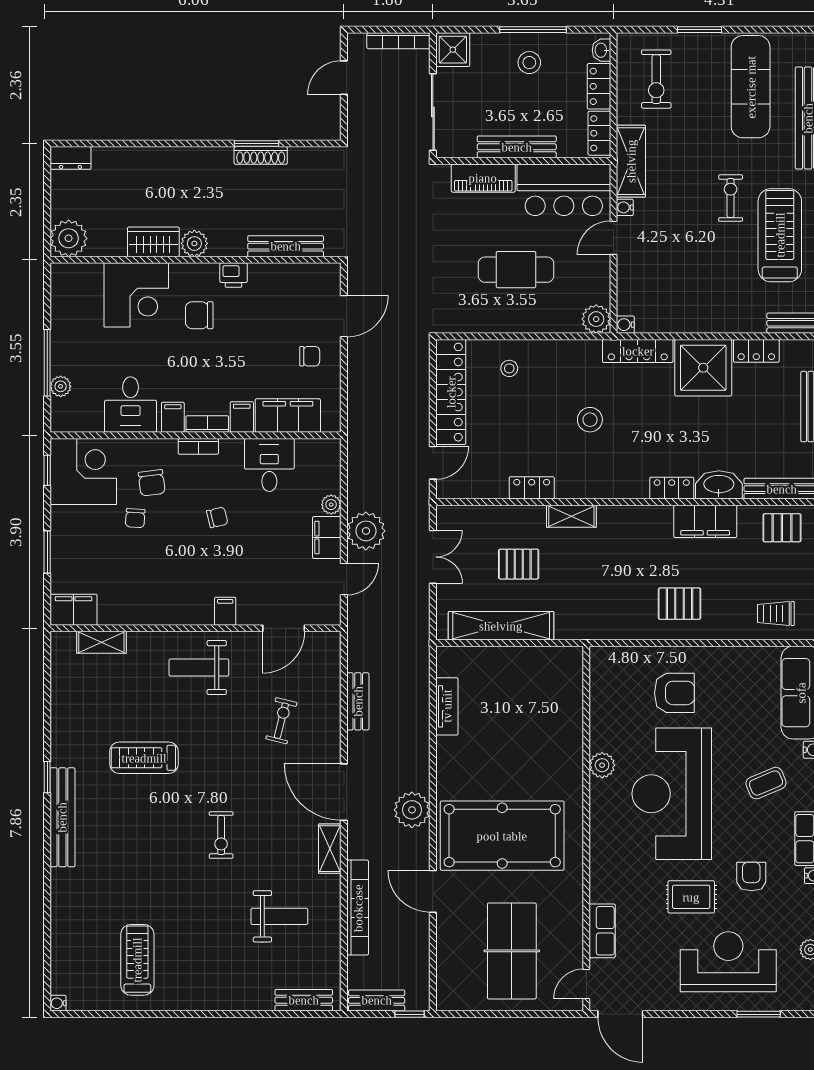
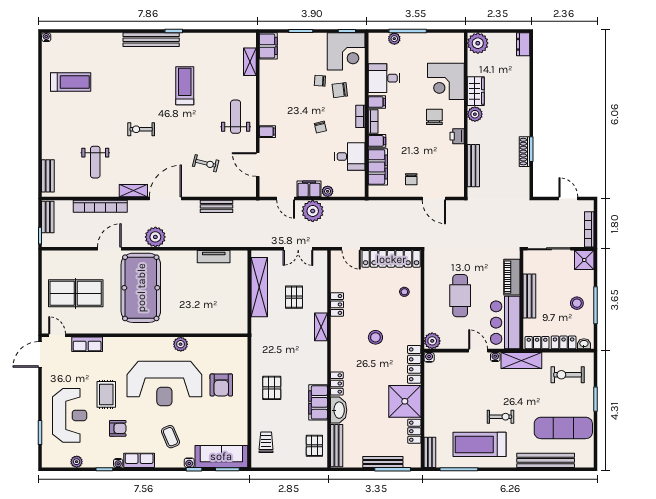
treadmill: (780, 235) -> (480, 444), turned 180
reception desk: (672, 794) -> (164, 384), turned 180

